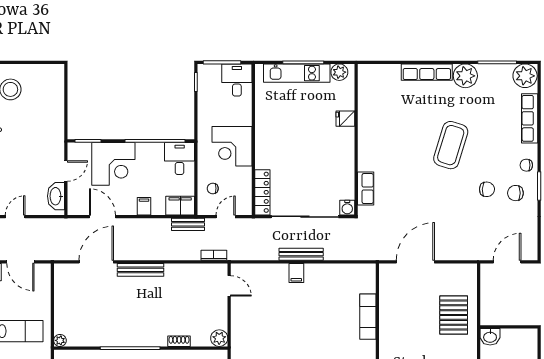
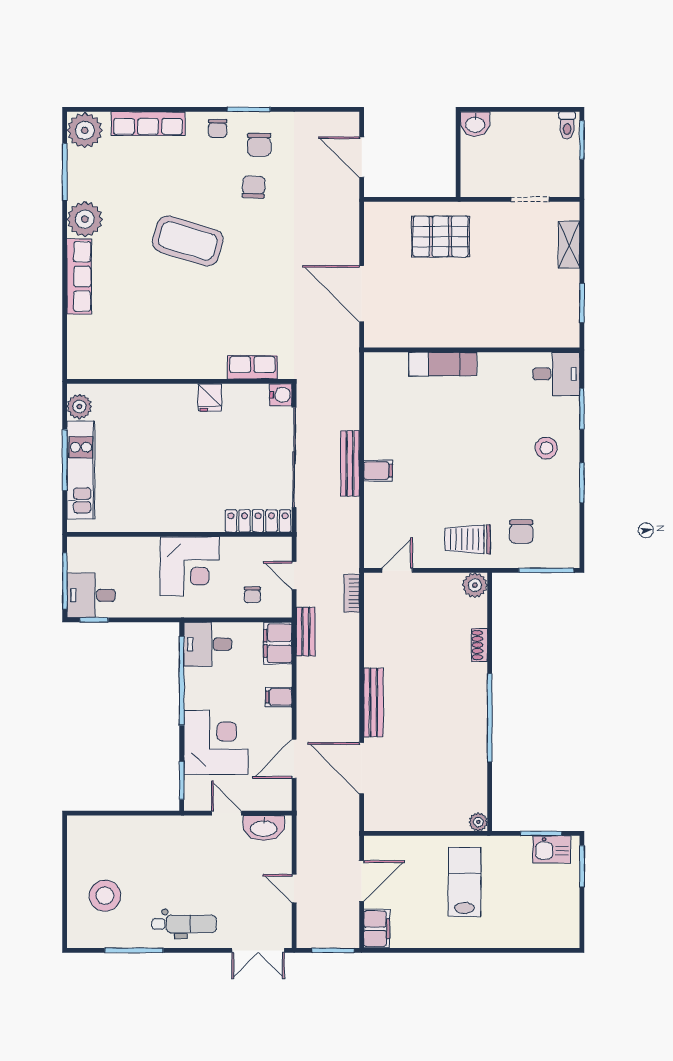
desk: (237, 80) -> (91, 595), moved
fridge: (345, 119) -> (210, 398), moved
trolley: (250, 333) -> (468, 539), added
washbasin: (490, 337) -> (475, 124), moved, turned 90

